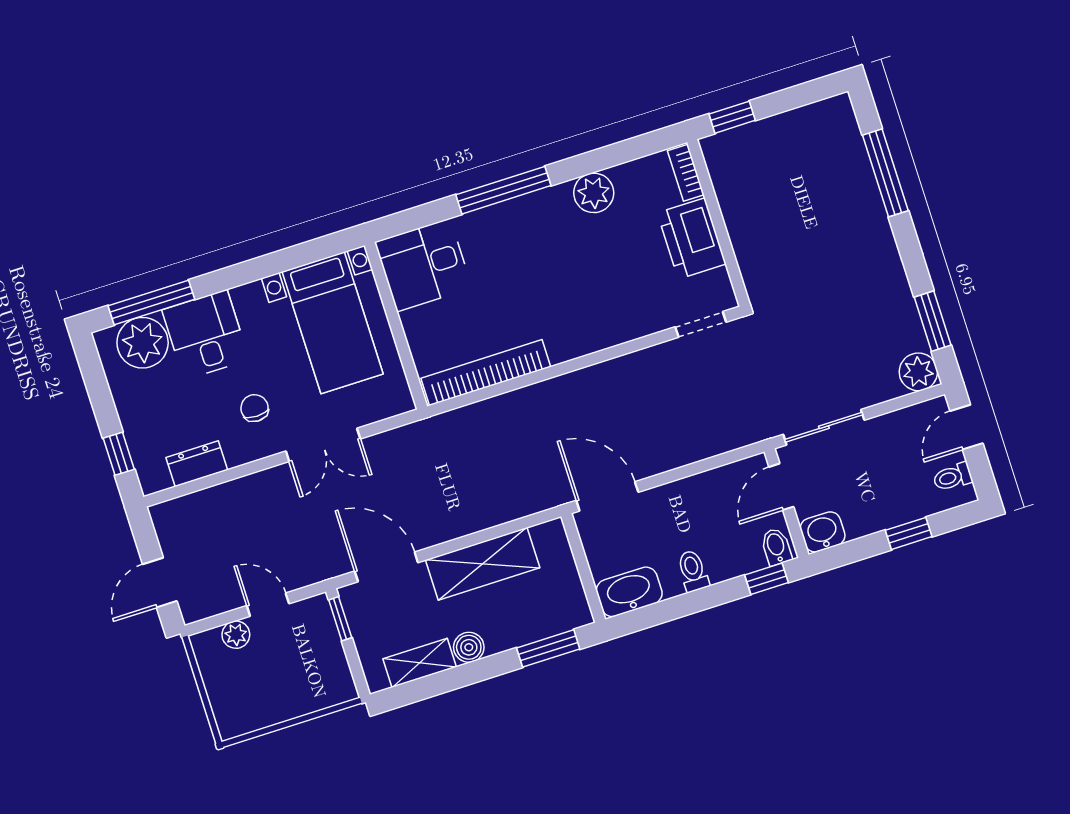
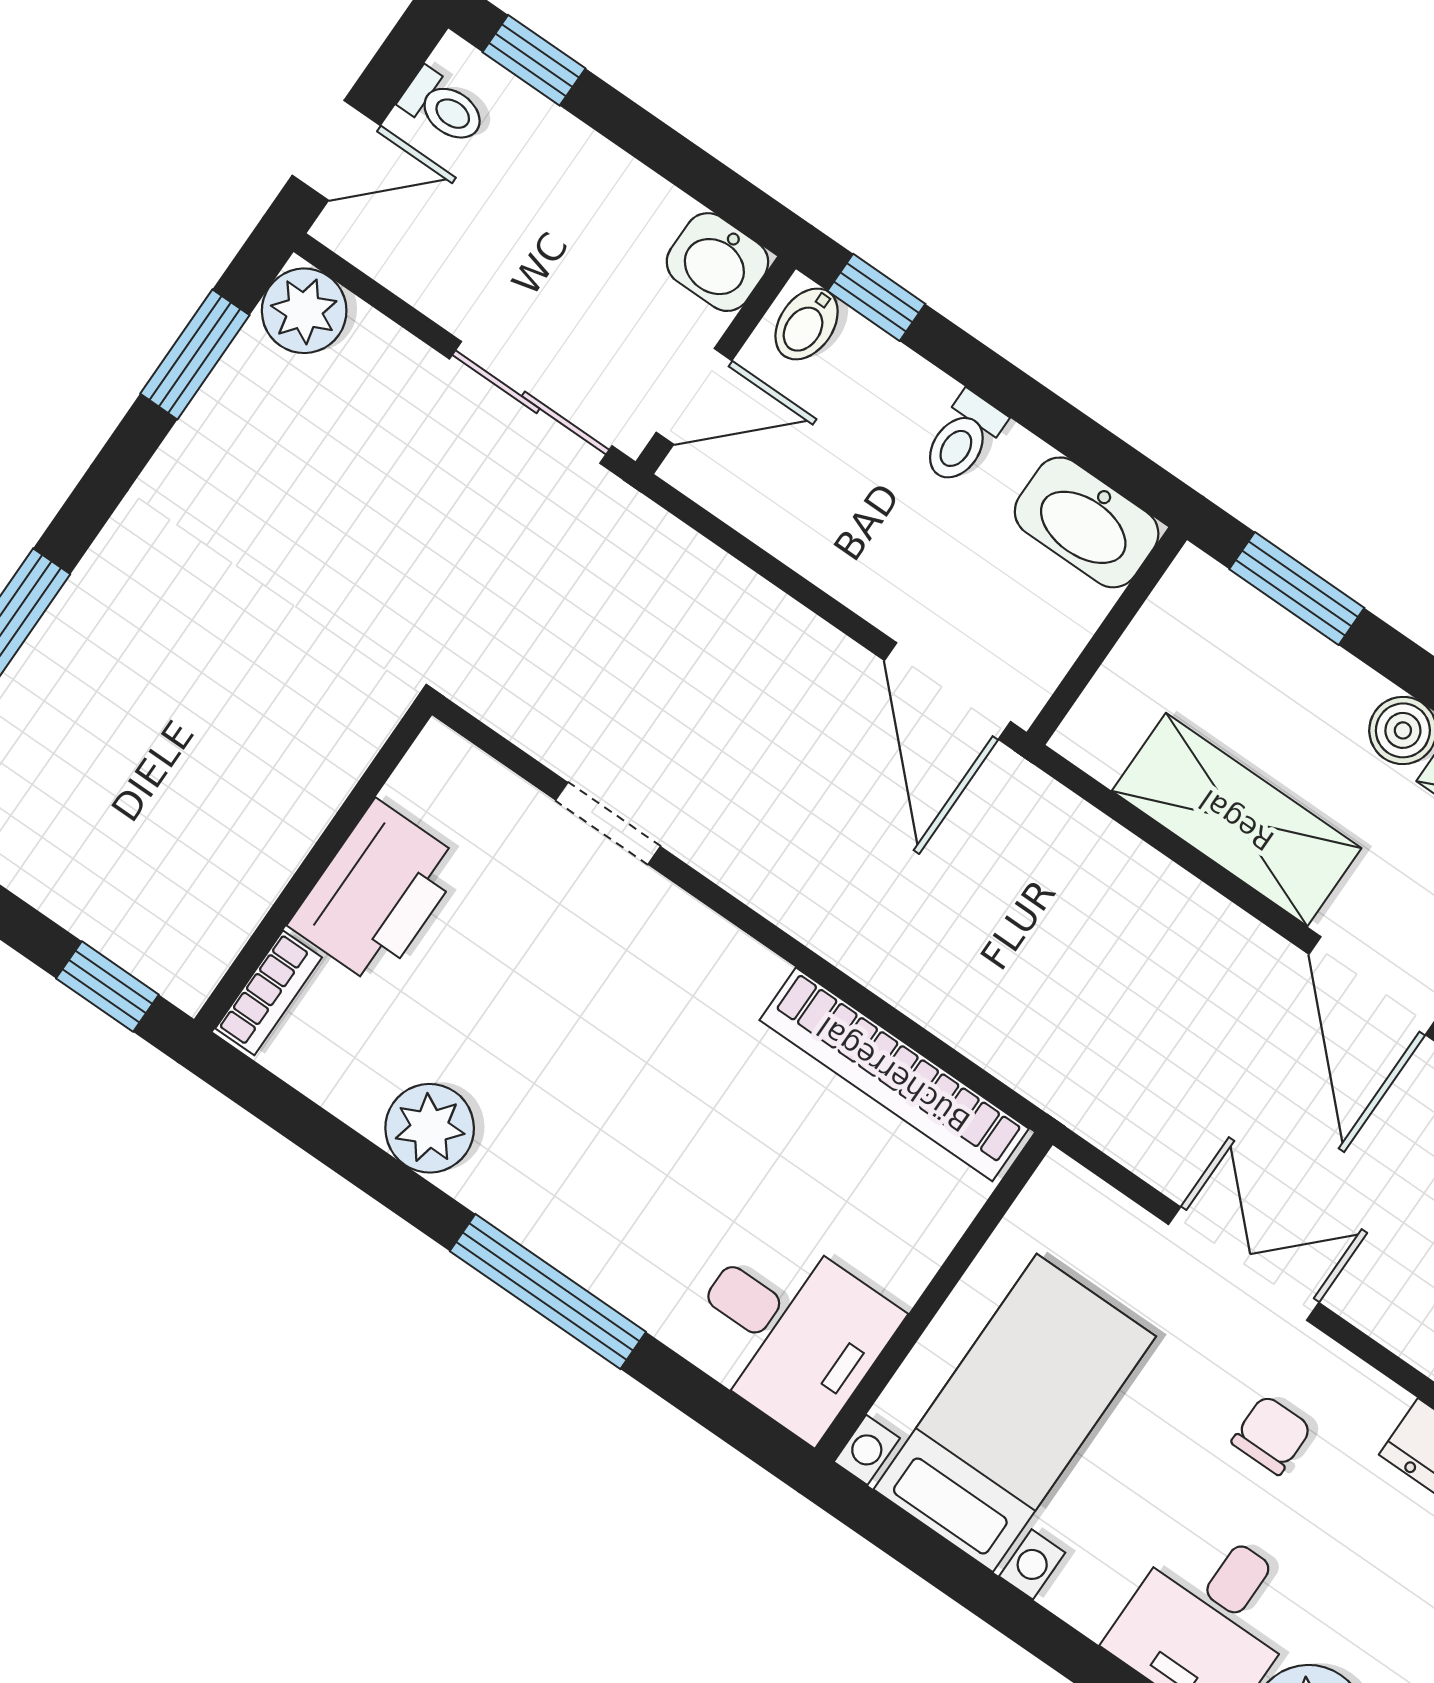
doorway: (701, 324) -> (608, 823), moved
chair: (255, 408) -> (1272, 1435), turned 180
window: (909, 533) -> (534, 60), moved

